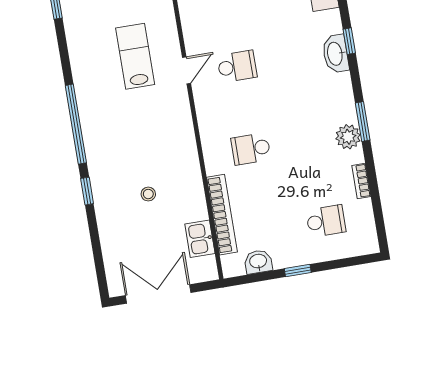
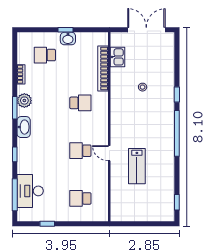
washbasin: (335, 54) -> (24, 127), moved
door: (187, 70) -> (109, 153), hinge flipped
washbasin: (258, 262) -> (68, 39), moved
double door: (158, 294) -> (146, 30), swing flipped

